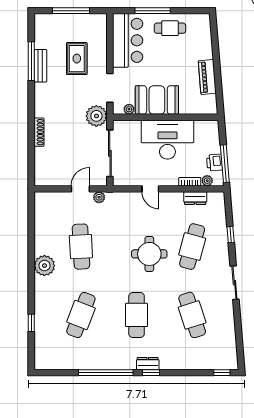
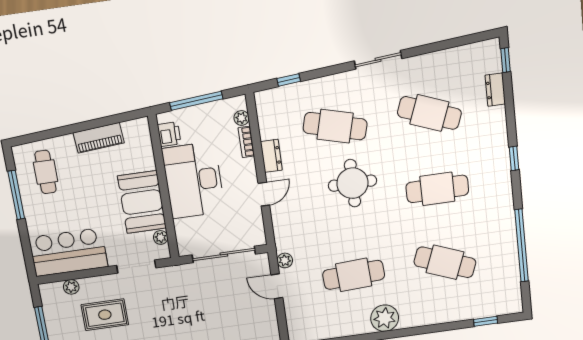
window: (153, 11) -> (16, 195), moved
cafe table: (170, 28) -> (46, 172), moved
plant: (96, 116) -> (71, 287), moved, width x0.53, depth x0.53
printer: (214, 162) -> (169, 134), moved, turned -85
window: (225, 164) -> (196, 101), moved
dresser: (195, 198) -> (271, 156), moved
window: (231, 235) -> (289, 80), moved
cafe table: (192, 315) -> (429, 113), turned 39
window: (31, 323) -> (486, 321), moved
dresser: (148, 364) -> (495, 90), moved
window: (106, 373) -> (522, 246), moved

